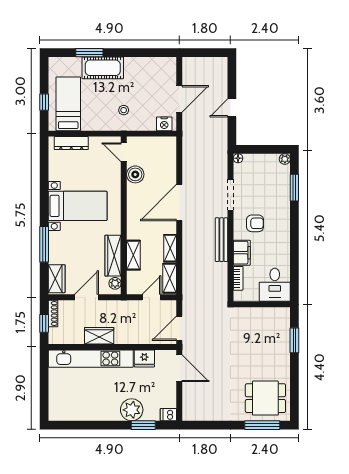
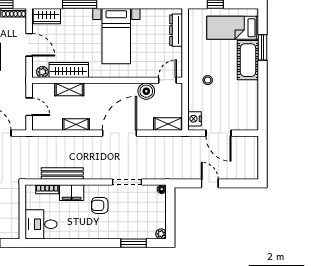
bed: (68, 104) -> (233, 28), moved, turned 180
door: (179, 203) -> (119, 133), hinge flipped
armchair: (255, 223) -> (100, 205), turned 90
bench: (222, 240) -> (62, 173), moved
shelving: (170, 278) -> (168, 124), moved

